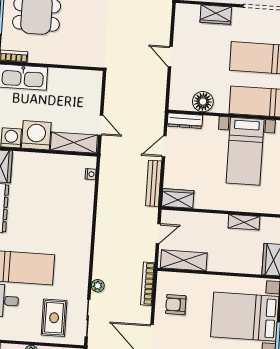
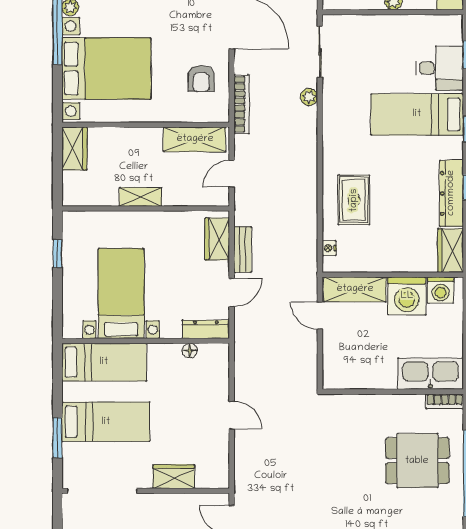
floor lamp: (203, 102) -> (190, 351), width x0.53, depth x0.53
bench: (154, 183) -> (243, 250), width x0.73
wardrobe: (178, 198) -> (217, 239), moved, turned 90
shelving: (244, 222) -> (140, 197), moved
armchair: (176, 305) -> (201, 78), turned 90
rug: (54, 318) -> (354, 200), moved

